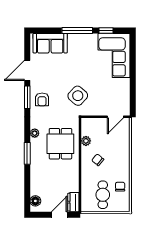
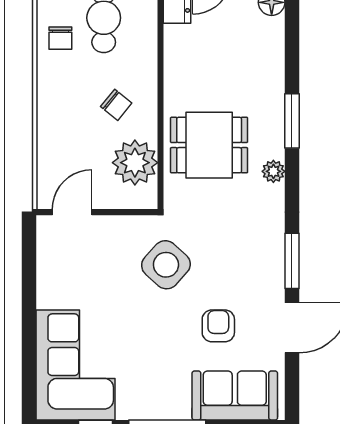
armchair: (42, 99) -> (218, 326), moved
plant: (86, 141) -> (135, 163), width x1.88, depth x1.88
dining table: (60, 144) -> (209, 145), turned 90

